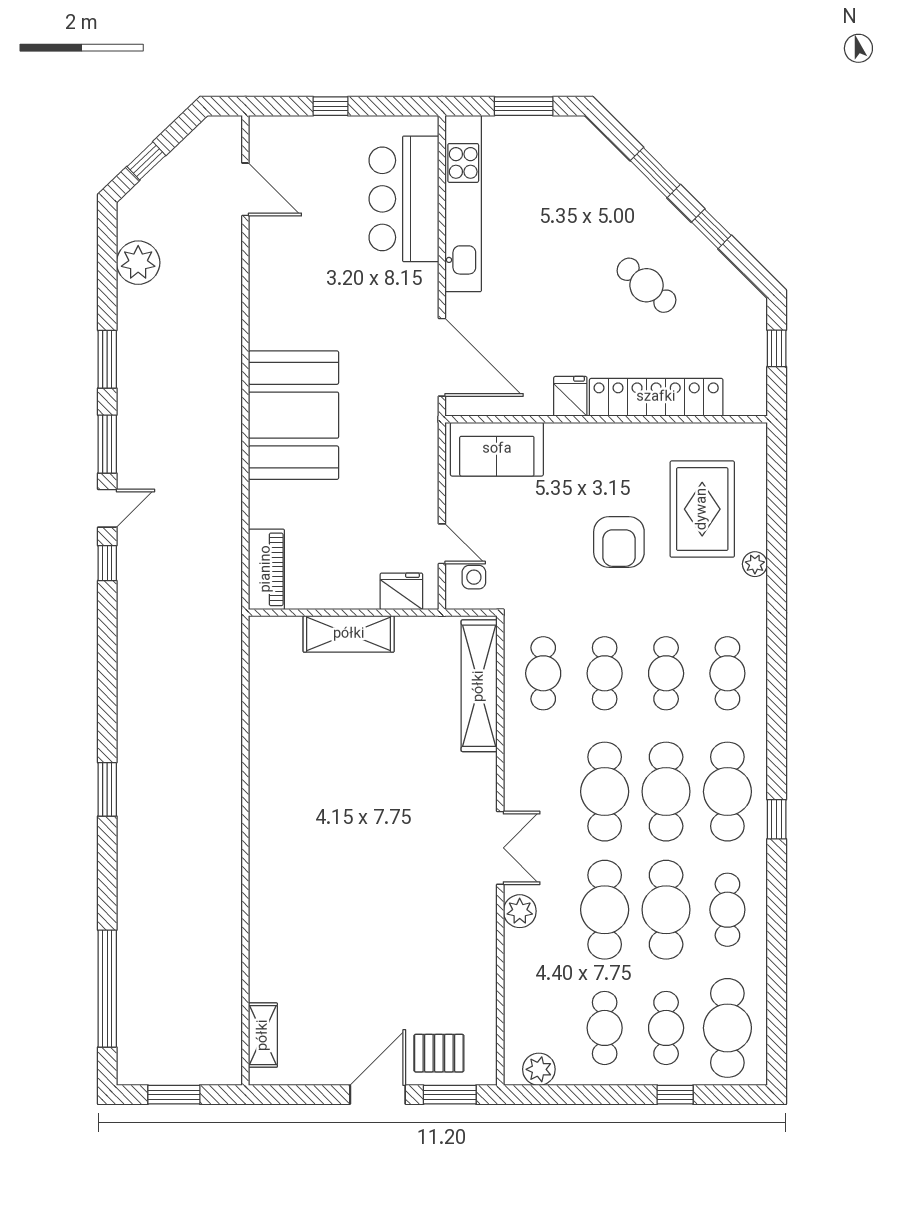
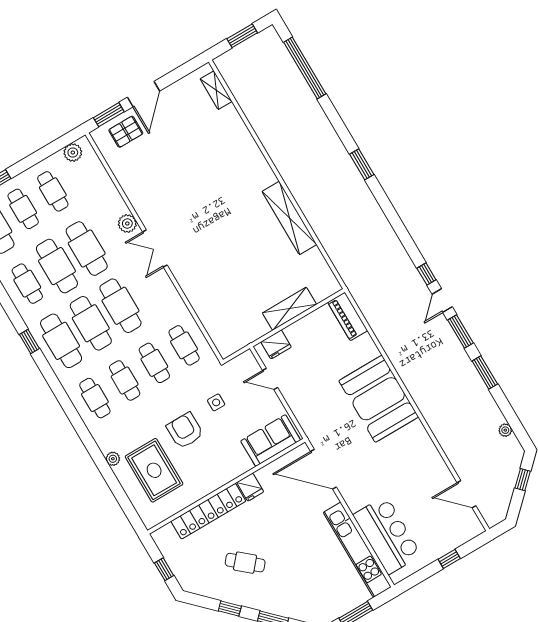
plant: (138, 263) -> (505, 430), width x0.53, depth x0.53
side table: (474, 577) -> (216, 402), moved
shelving: (479, 686) -> (289, 218), moved

